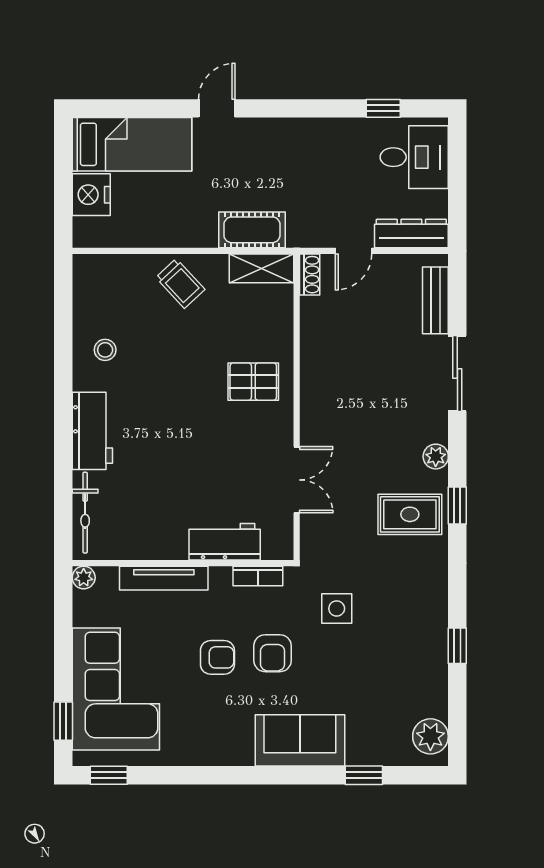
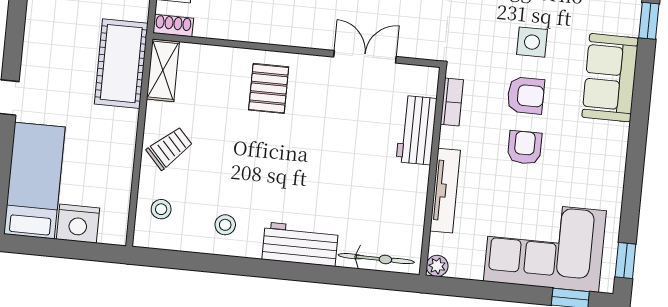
cot: (252, 230) -> (121, 64), width x1.37, depth x1.34
stool: (115, 281) -> (161, 209), added
side table: (337, 609) -> (532, 42), moved

